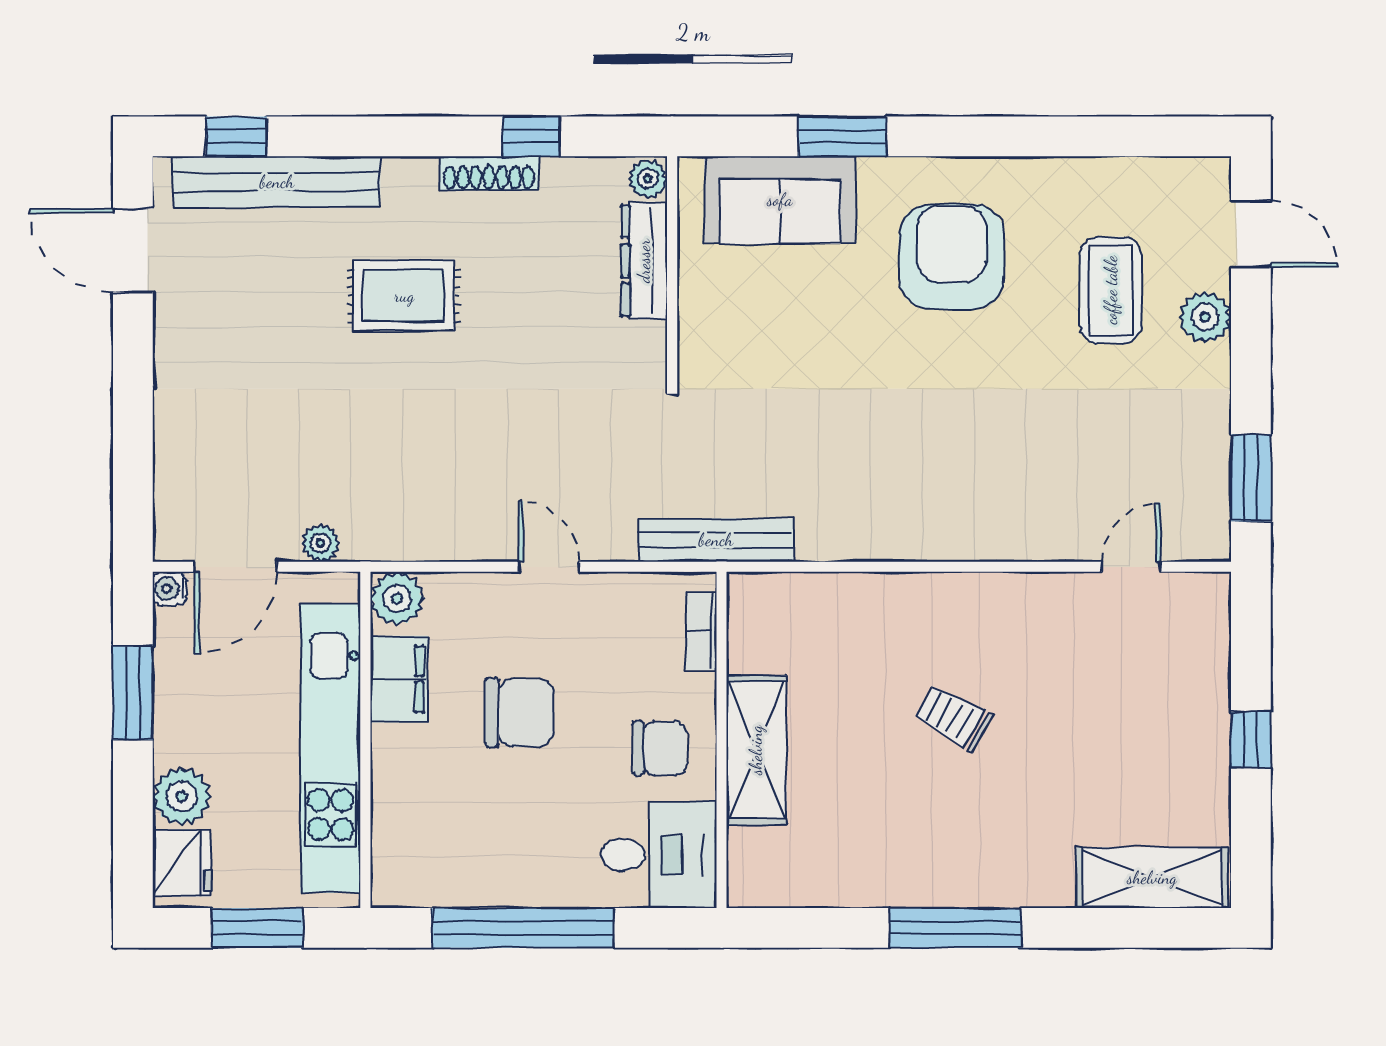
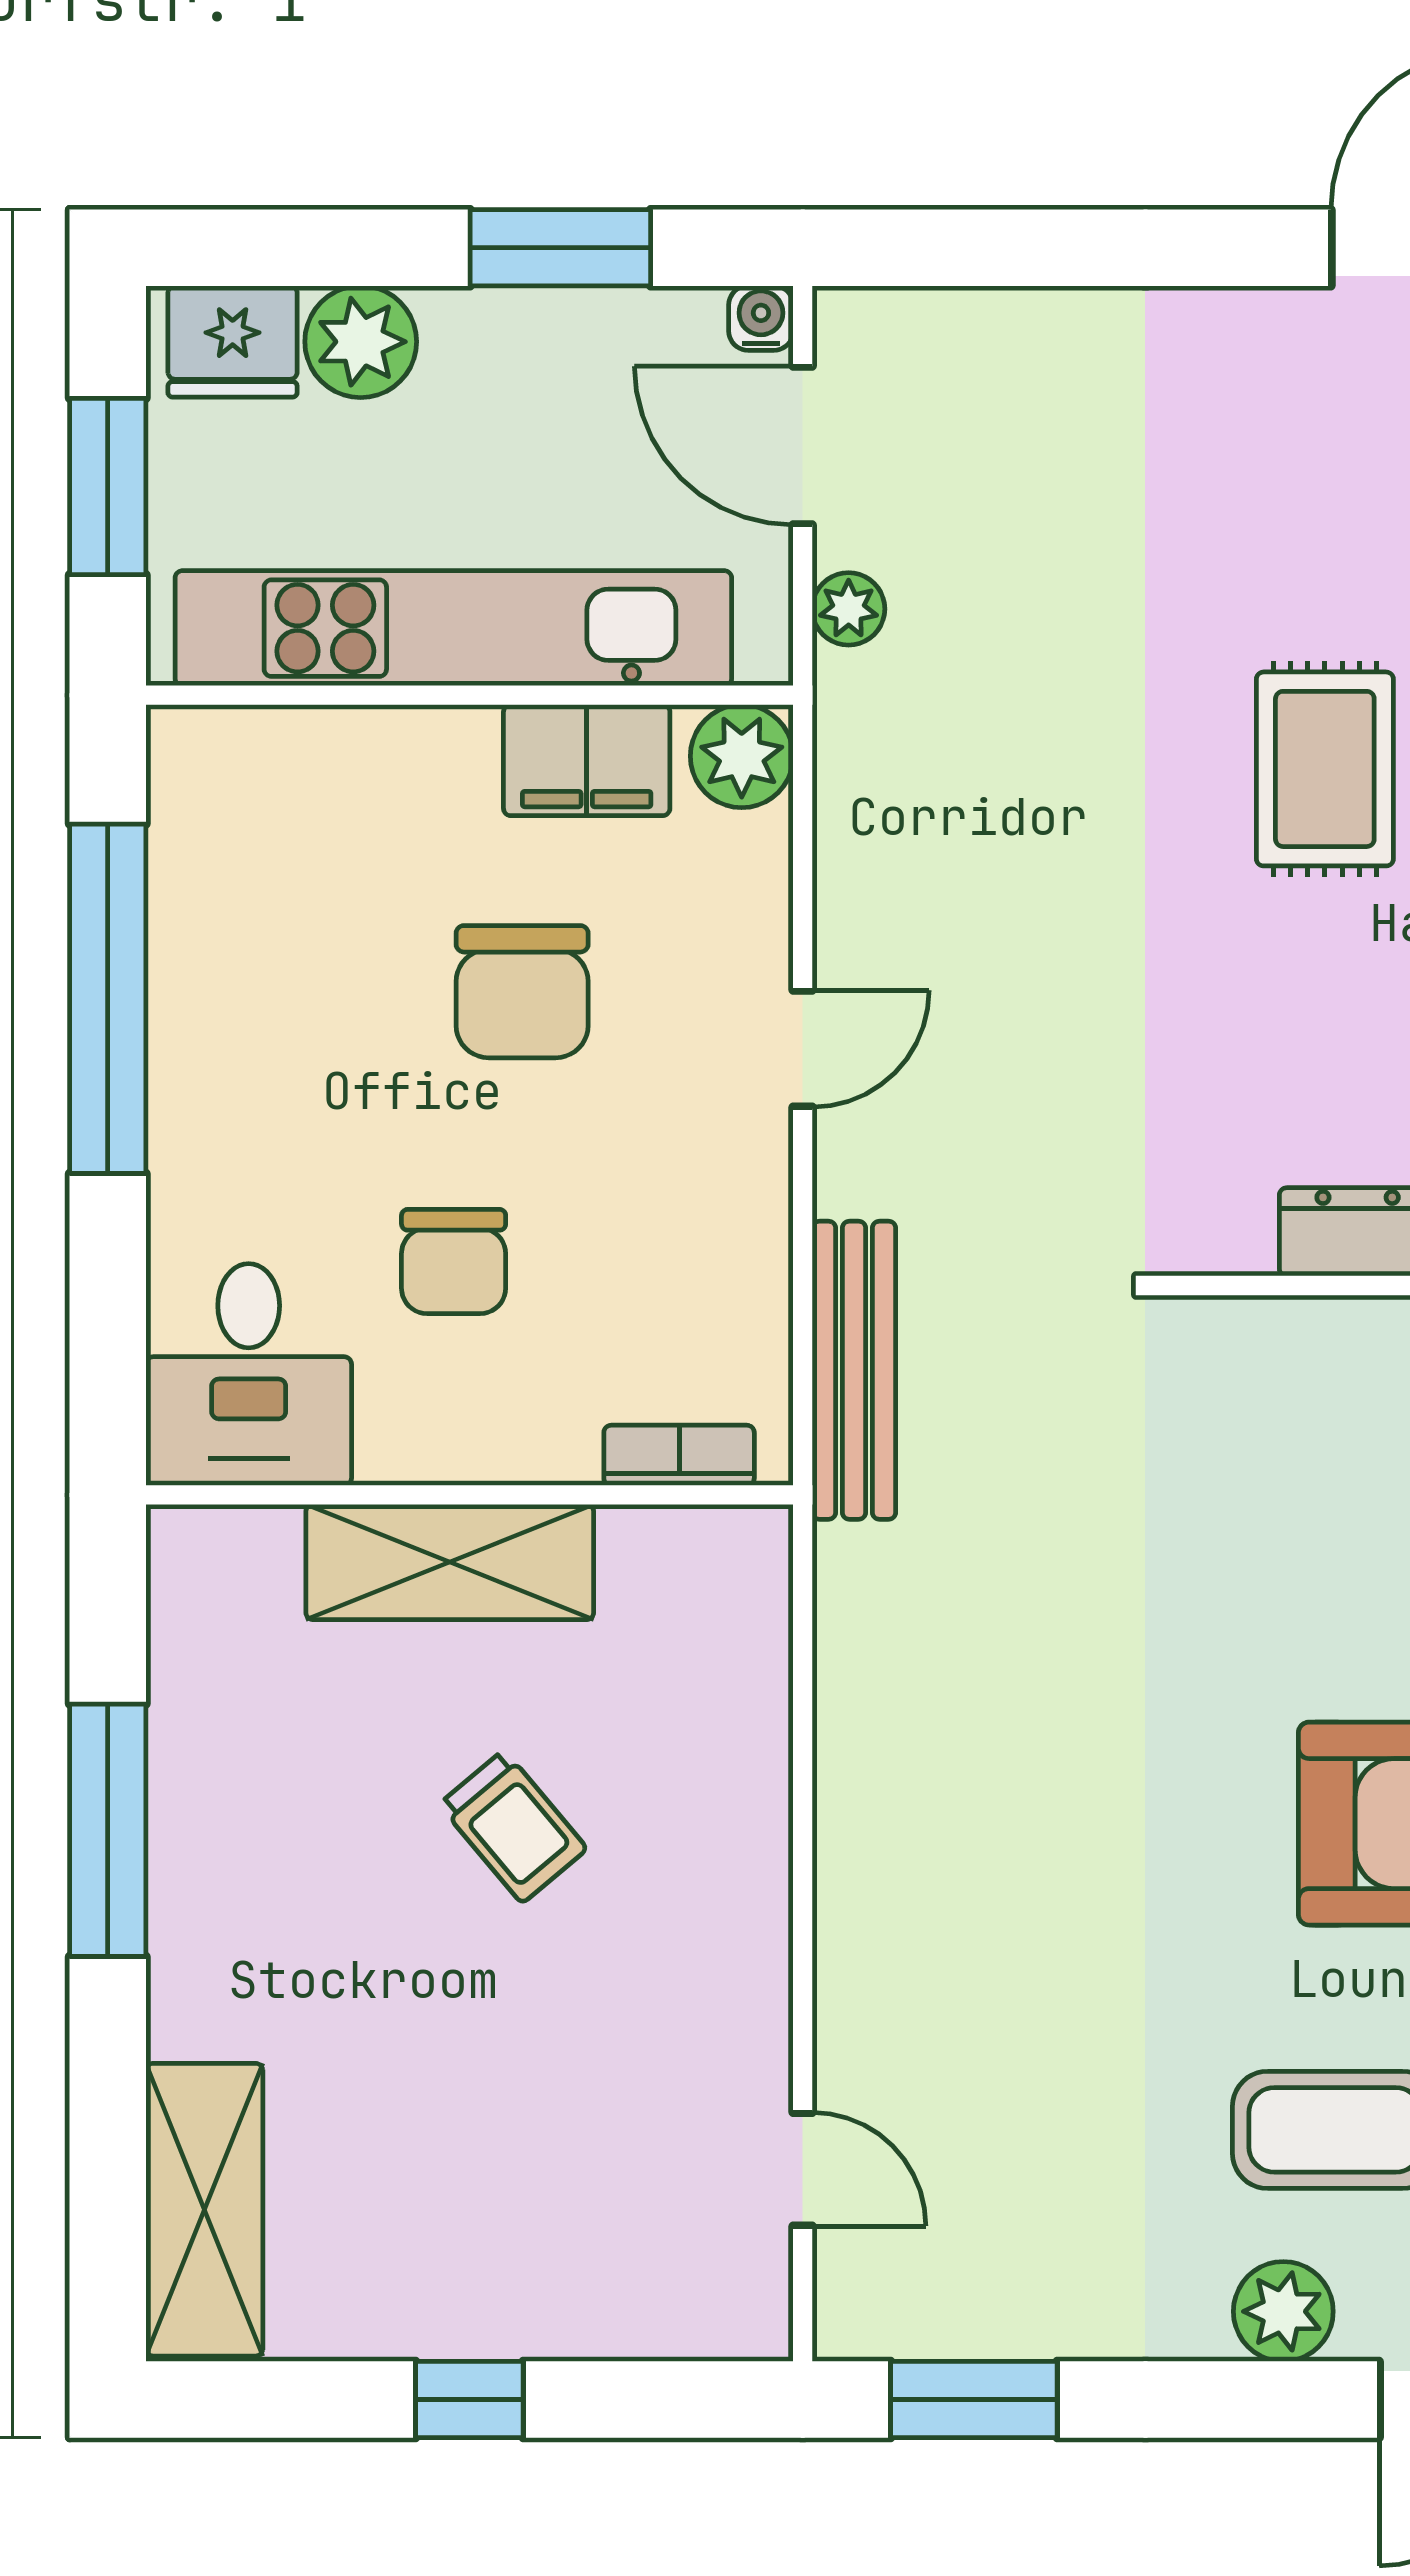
bookcase: (701, 631) -> (679, 1455), moved
trolley: (953, 717) -> (513, 1827), turned 111
wall: (722, 740) -> (469, 1495), moved
shelving: (756, 750) -> (450, 1562), moved
desk: (659, 855) -> (249, 1374), moved

